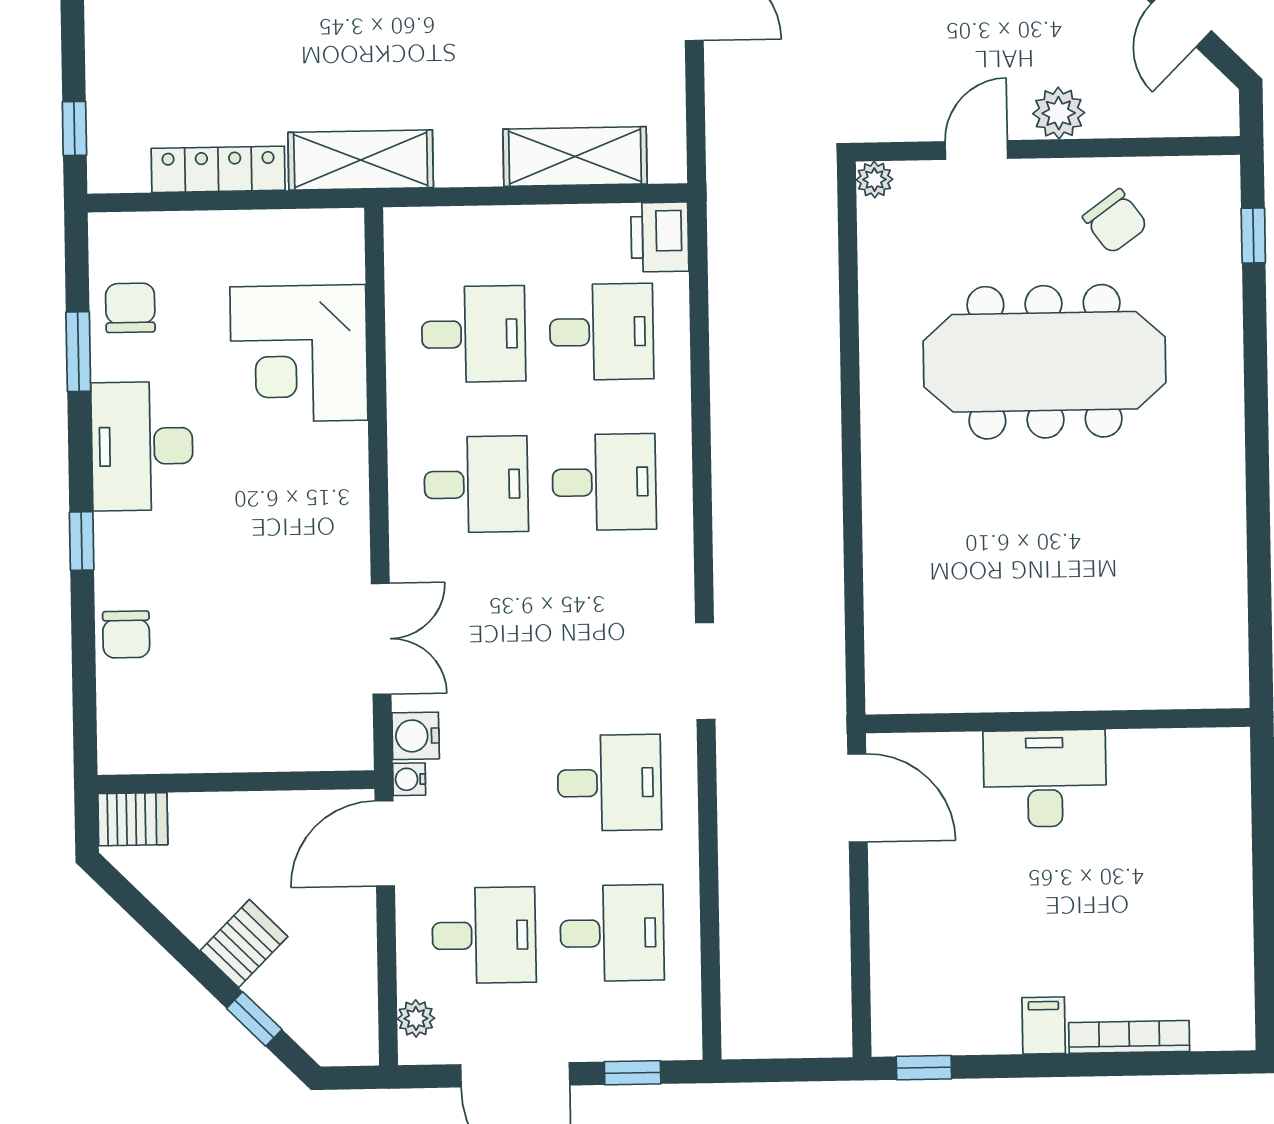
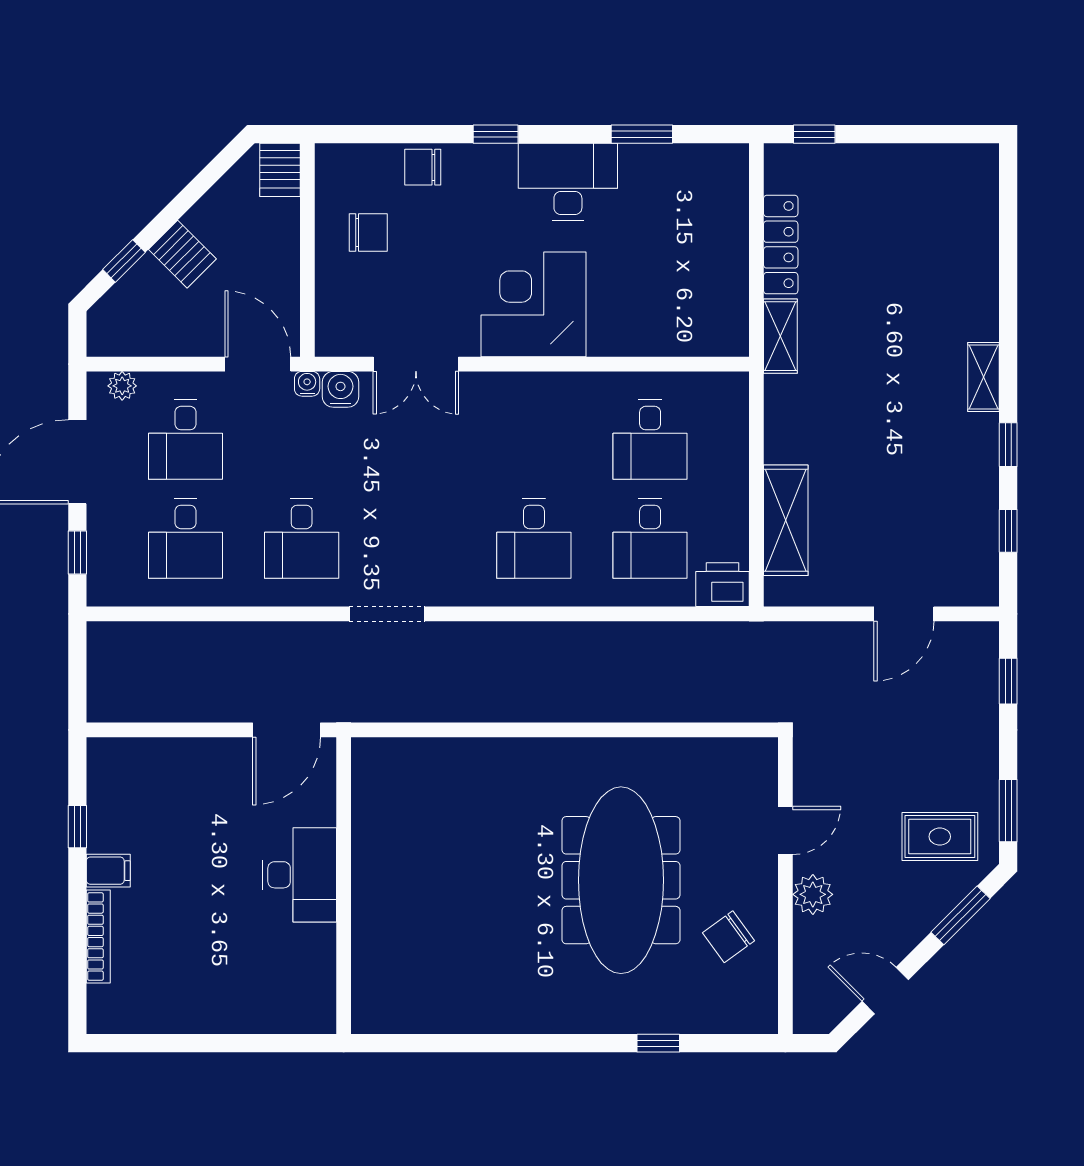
door: (976, 150) -> (785, 830), hinge flipped
shelving: (361, 160) -> (780, 336), width x0.67, depth x0.75
plant: (874, 180) -> (764, 751), removed
window: (1253, 236) -> (658, 1043), moved
chair: (130, 308) -> (368, 232), moved
corner desk: (299, 354) -> (533, 304), moved
desk: (476, 484) -> (534, 440), removed
window: (924, 1068) -> (77, 827), moved

